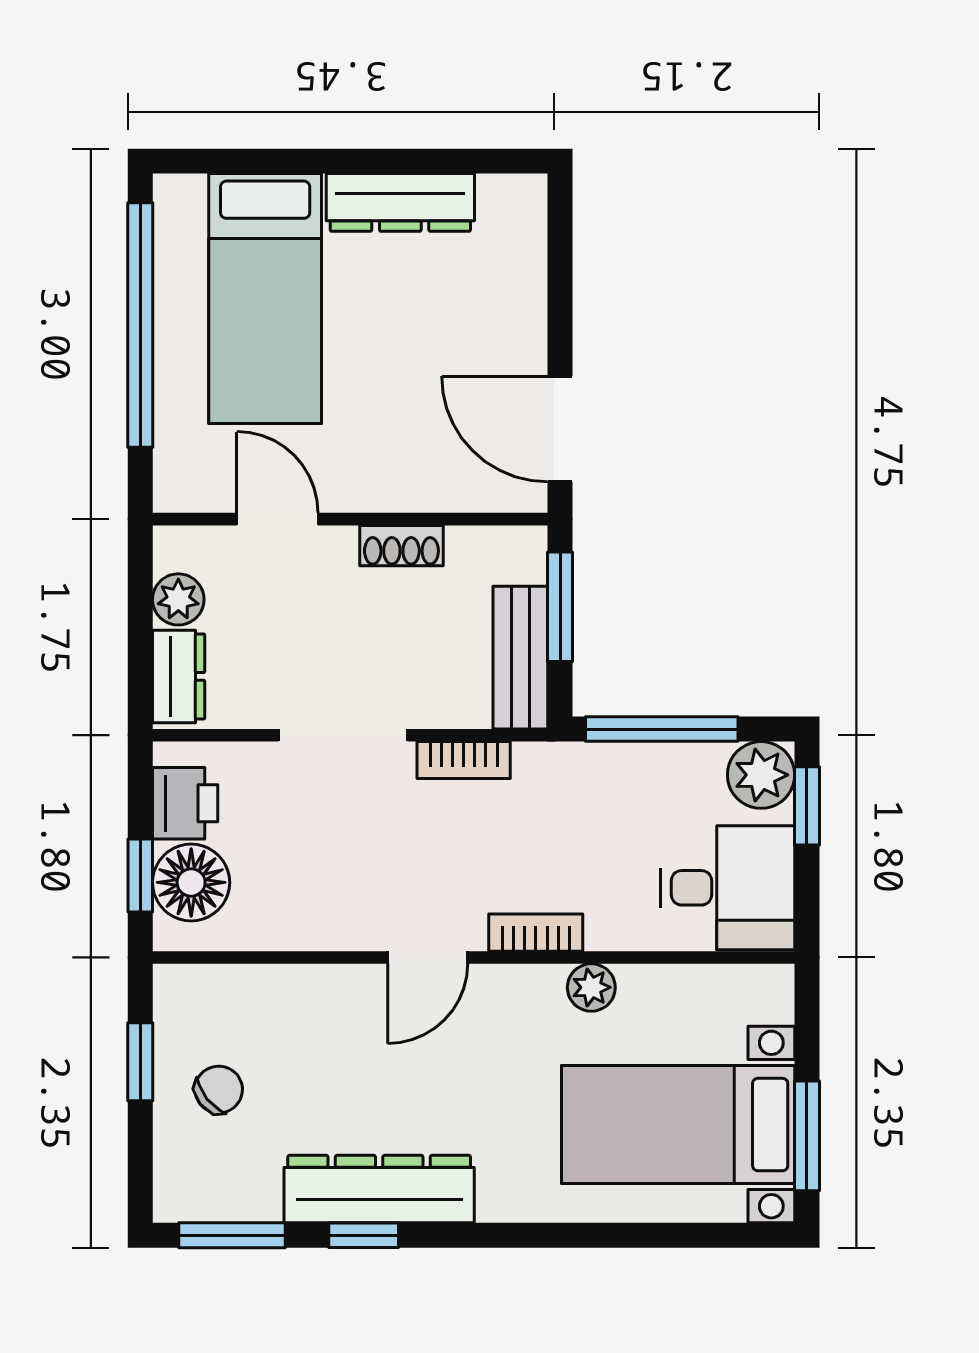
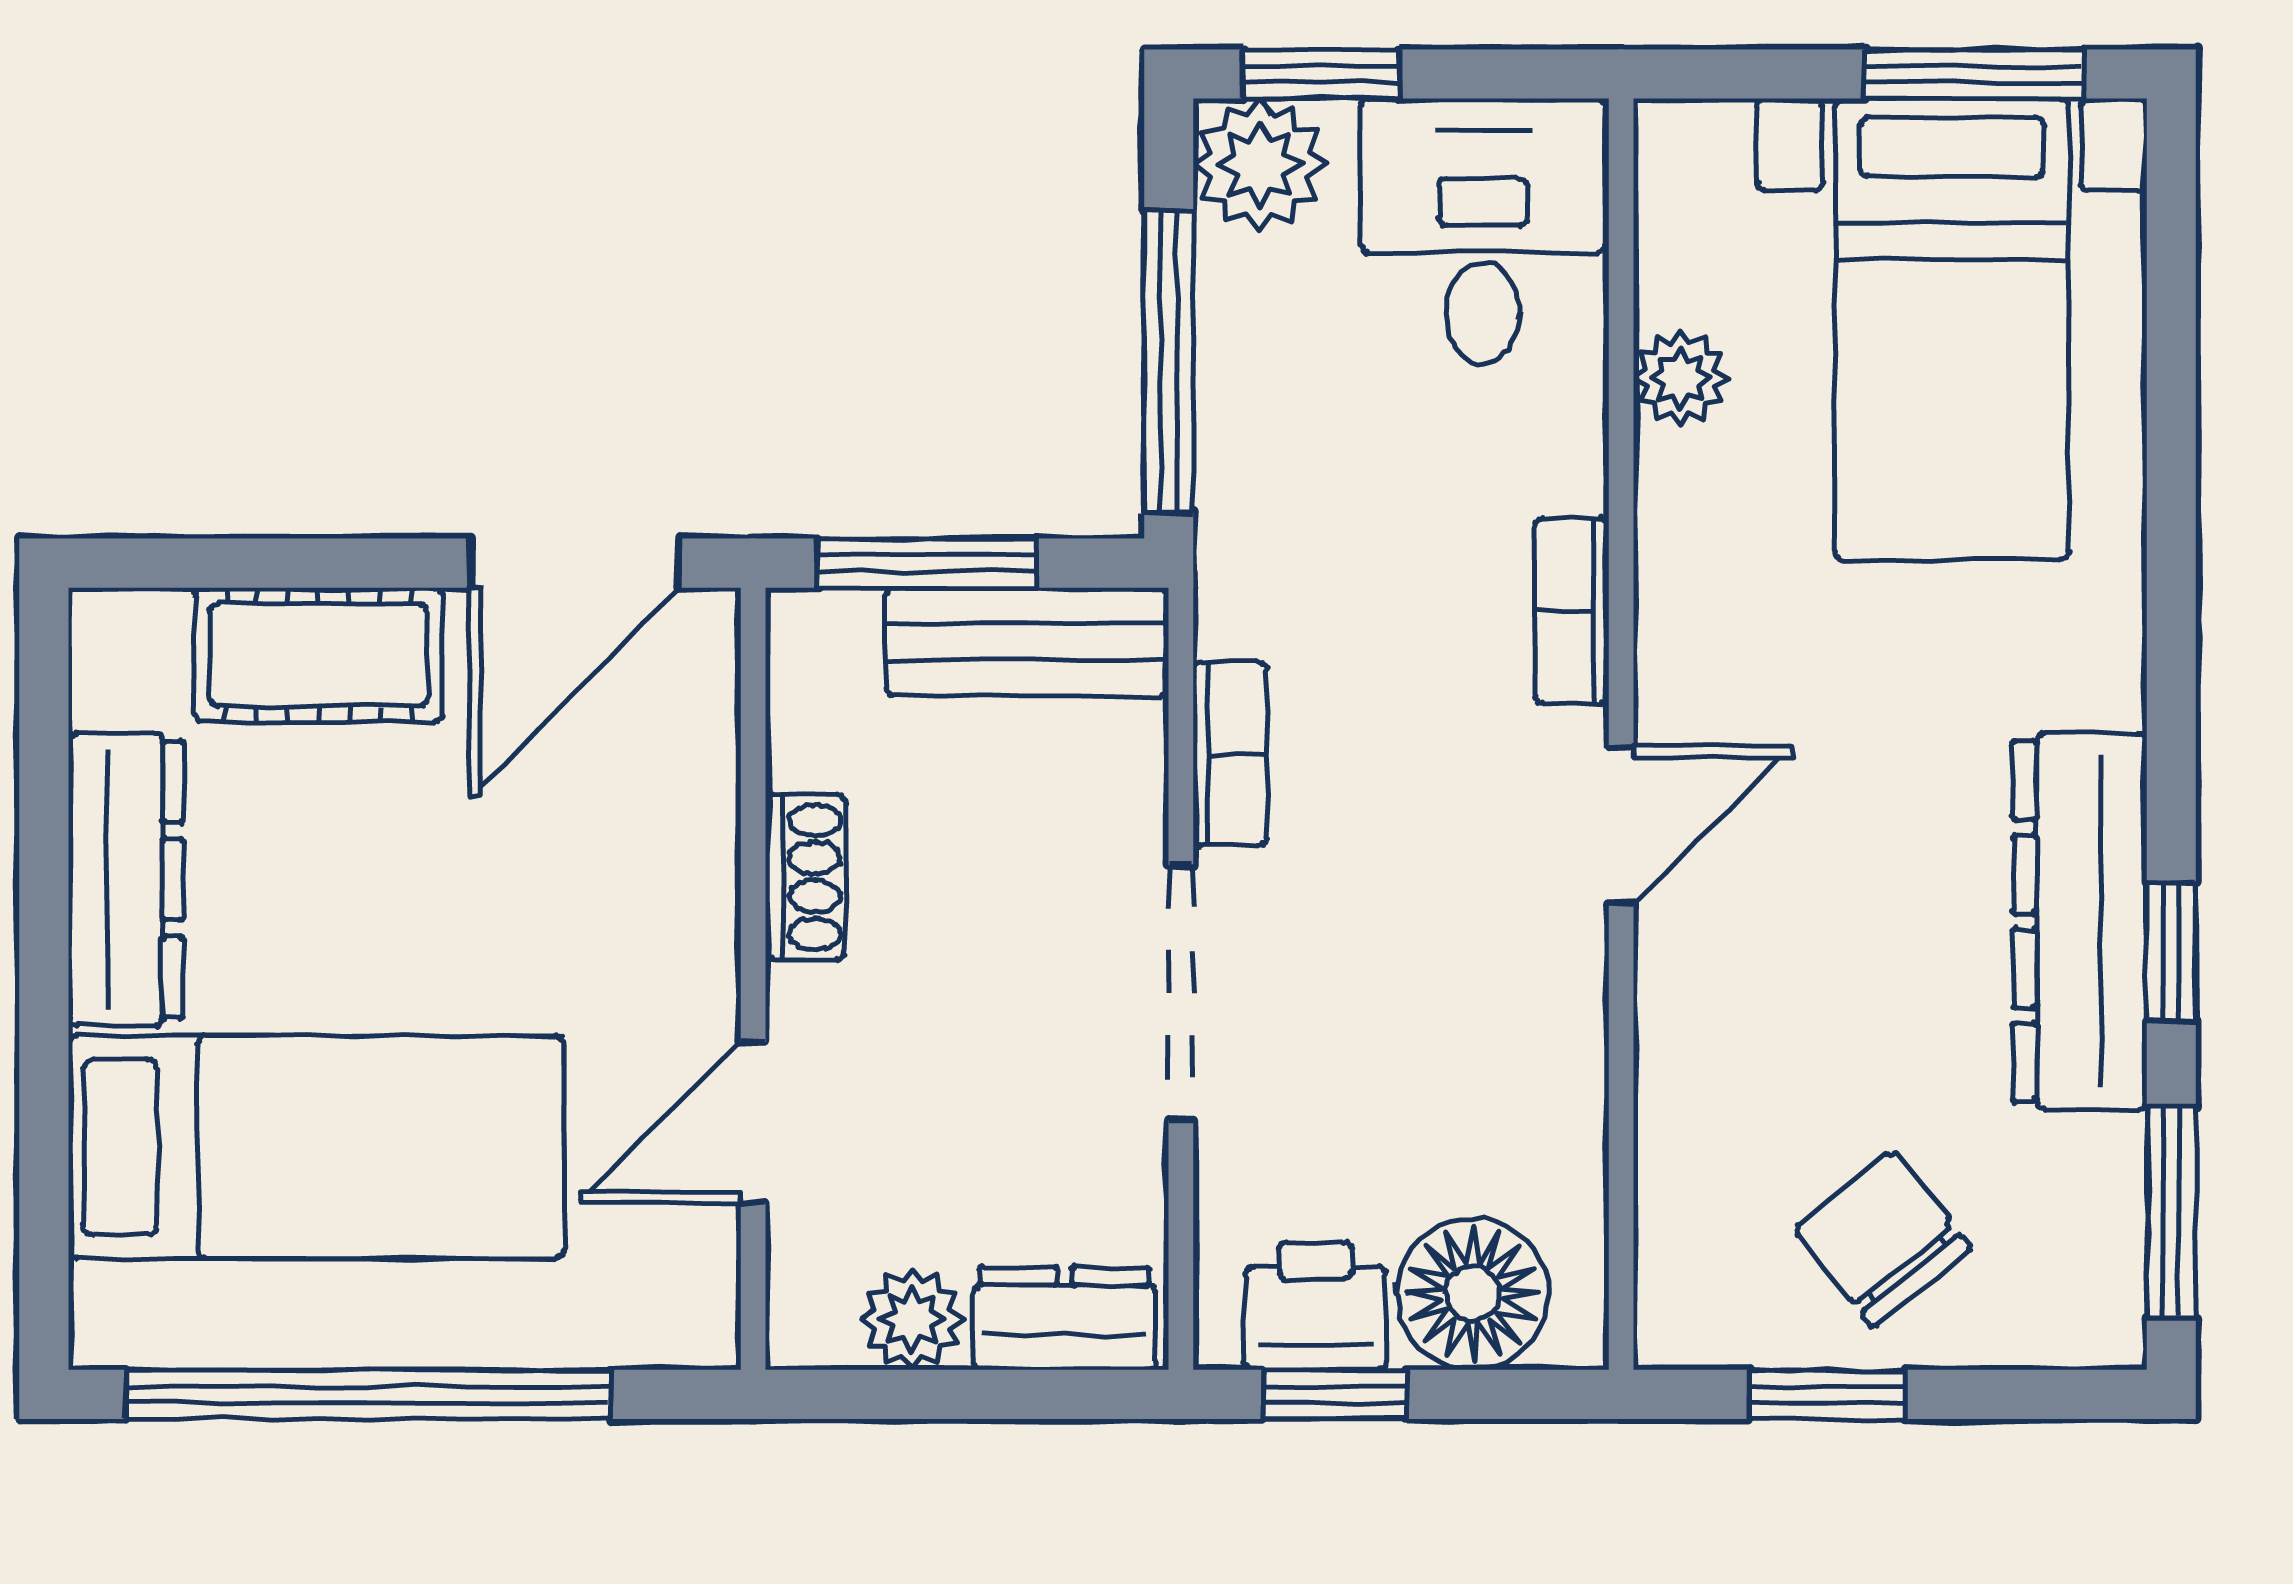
cot: (514, 300) -> (318, 655), added
window: (140, 875) -> (1334, 1394), moved
door: (428, 957) -> (1621, 825), hinge flipped
plant: (591, 987) -> (1680, 378), moved
chair: (219, 1090) -> (1883, 1239), width x1.37, depth x1.37

